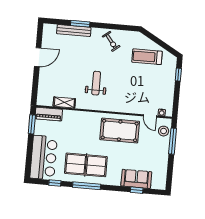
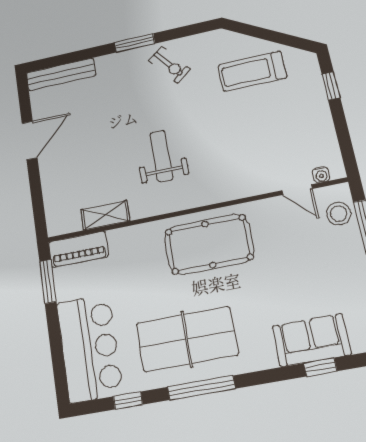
window: (80, 24) -> (135, 43), moved
bench: (74, 31) -> (61, 74), moved
pool table: (120, 131) -> (209, 244), moved

